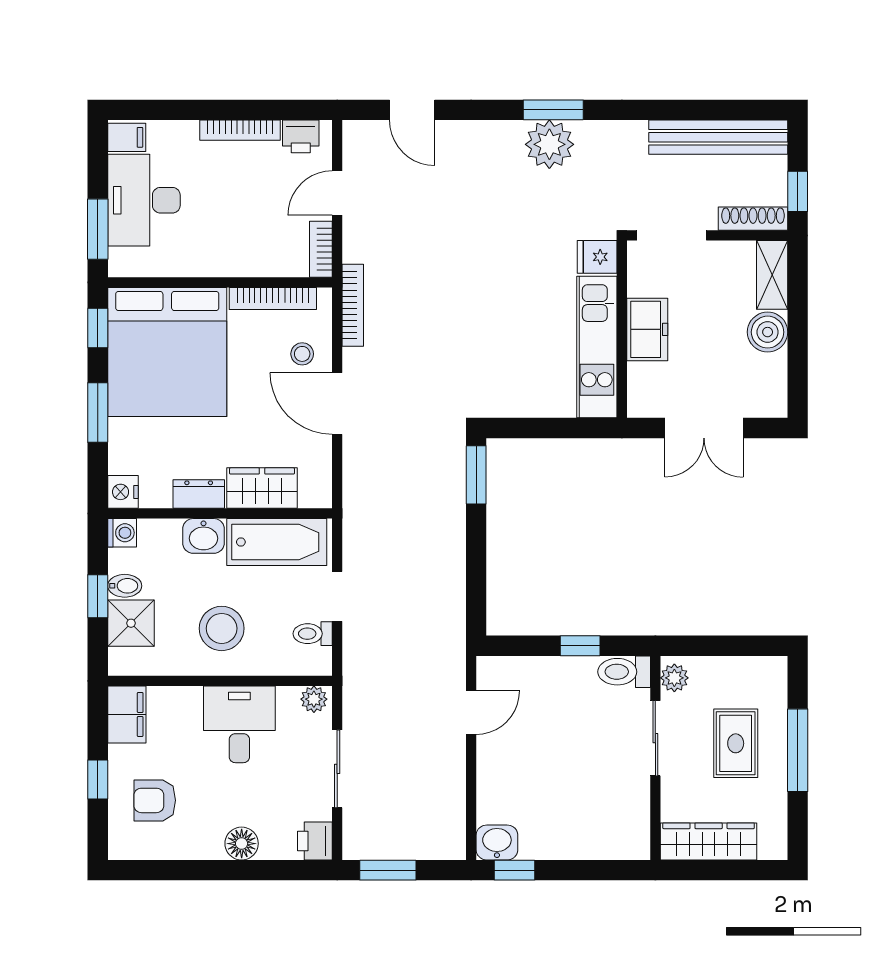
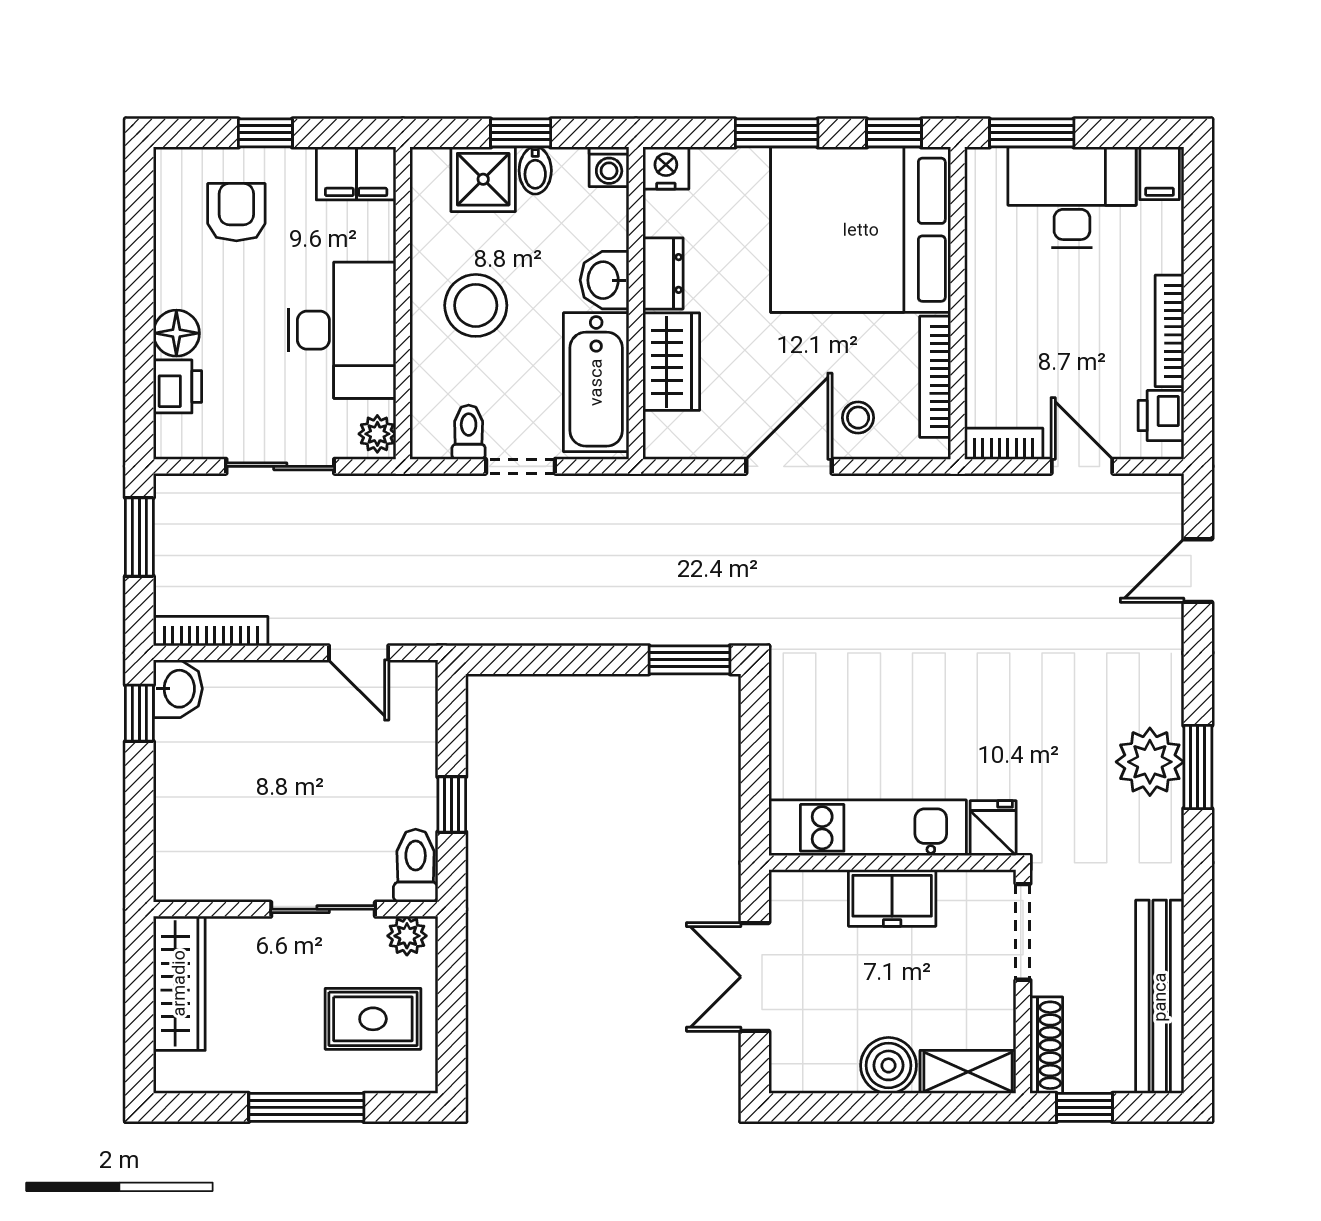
bookcase: (353, 305) -> (211, 631), moved, turned 180
desk: (239, 724) -> (342, 330), width x1.37
rug: (736, 743) -> (373, 1019), moved
printer: (315, 841) -> (177, 386), moved, turned 90

